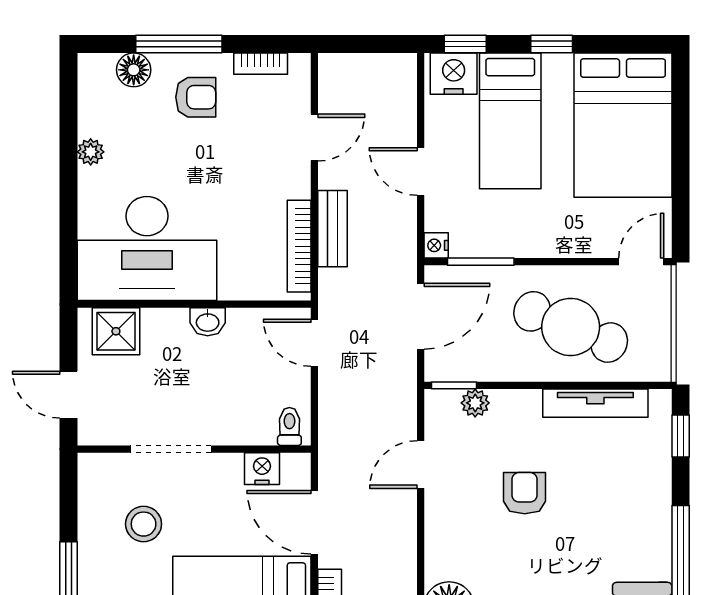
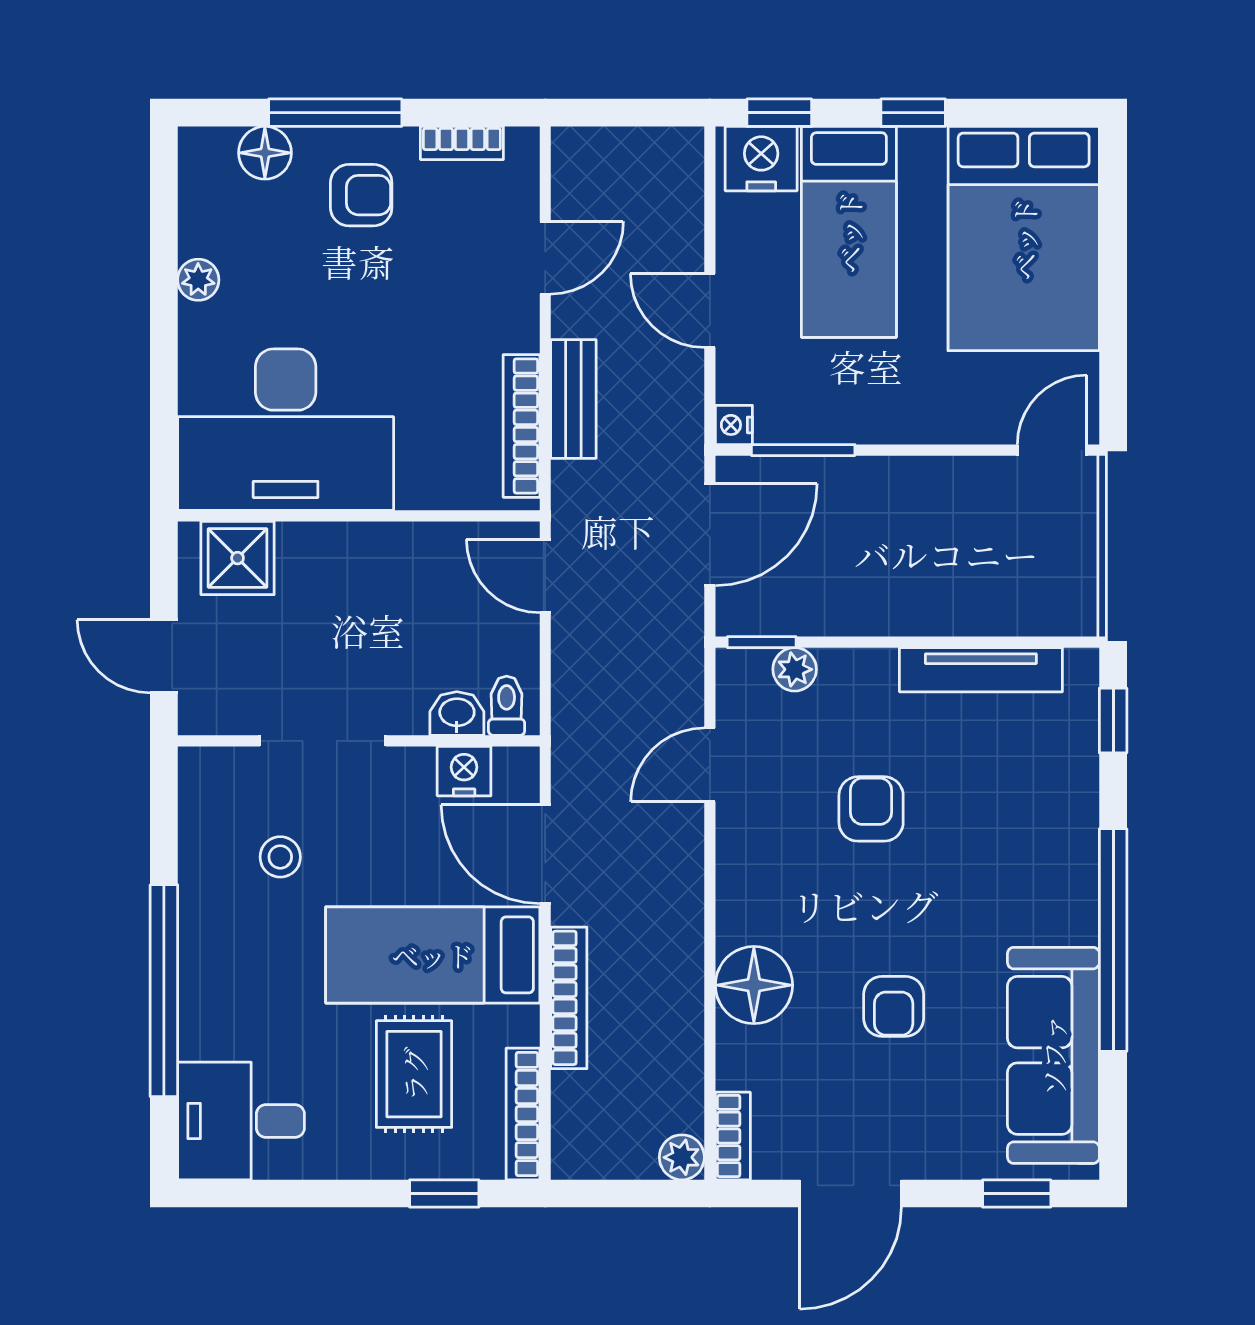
washbasin: (208, 322) -> (457, 714), moved, turned 180
cafe table: (571, 327) -> (943, 551), removed
stool: (144, 524) -> (280, 857), width x0.73, depth x0.73

